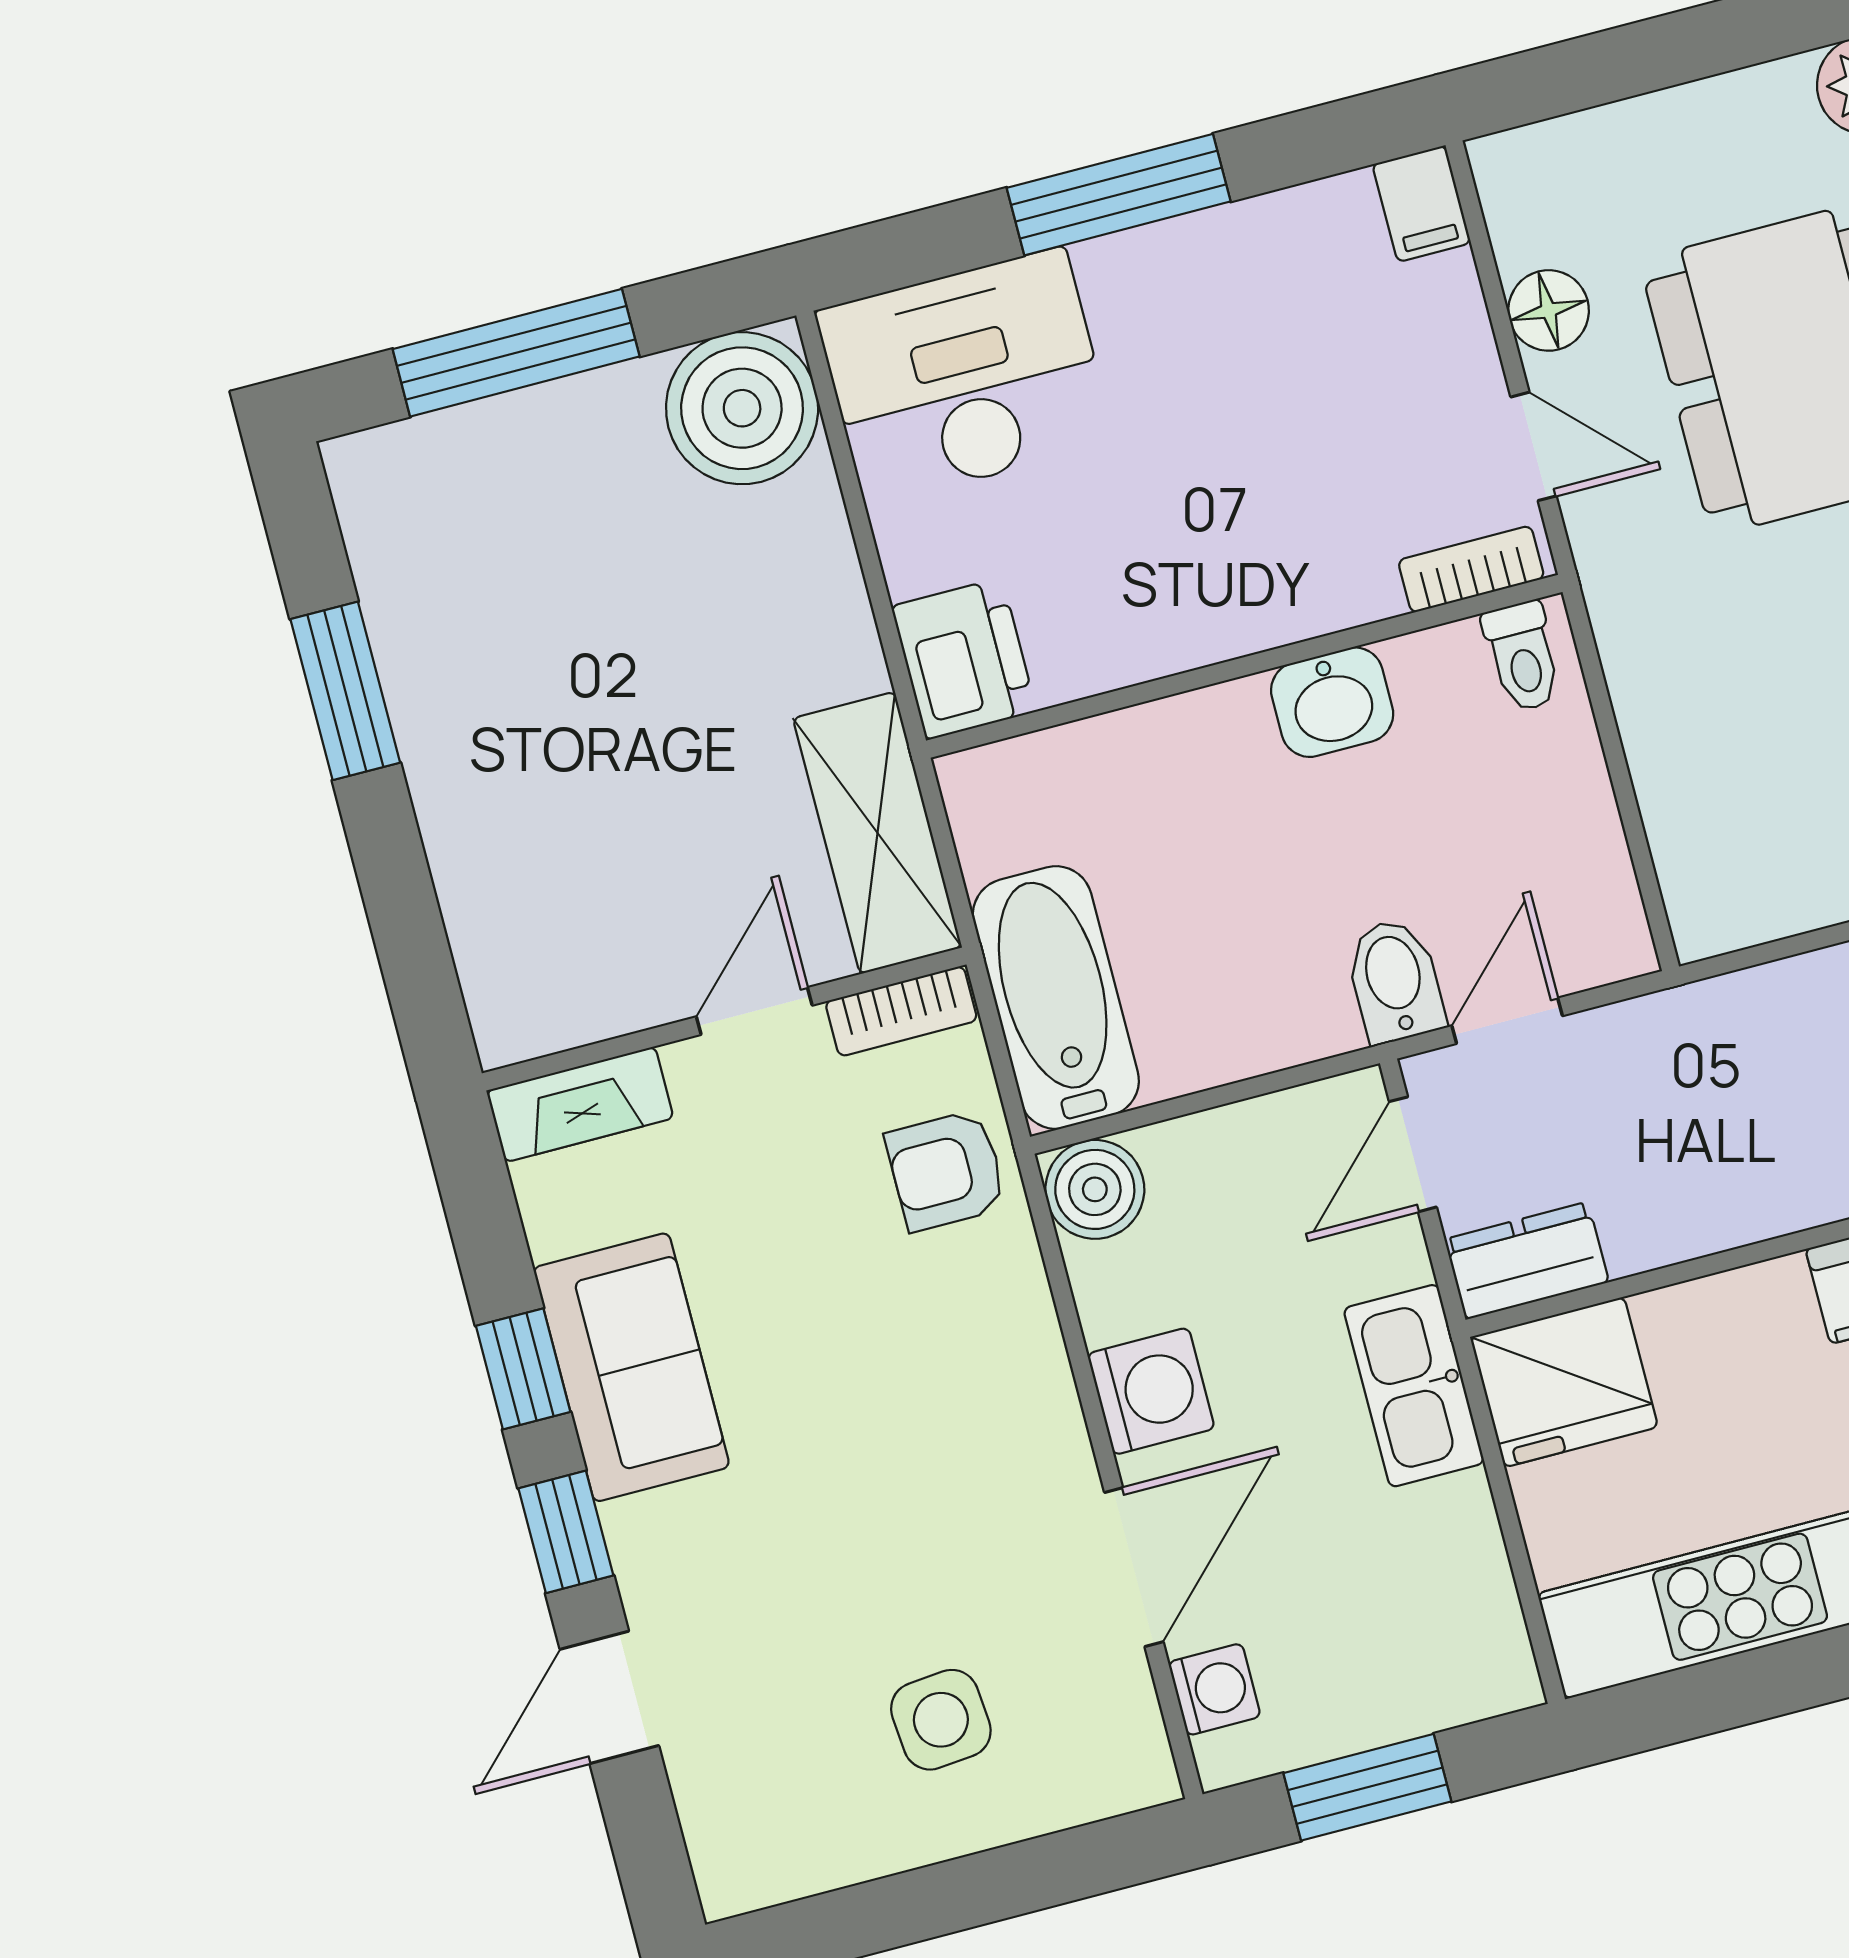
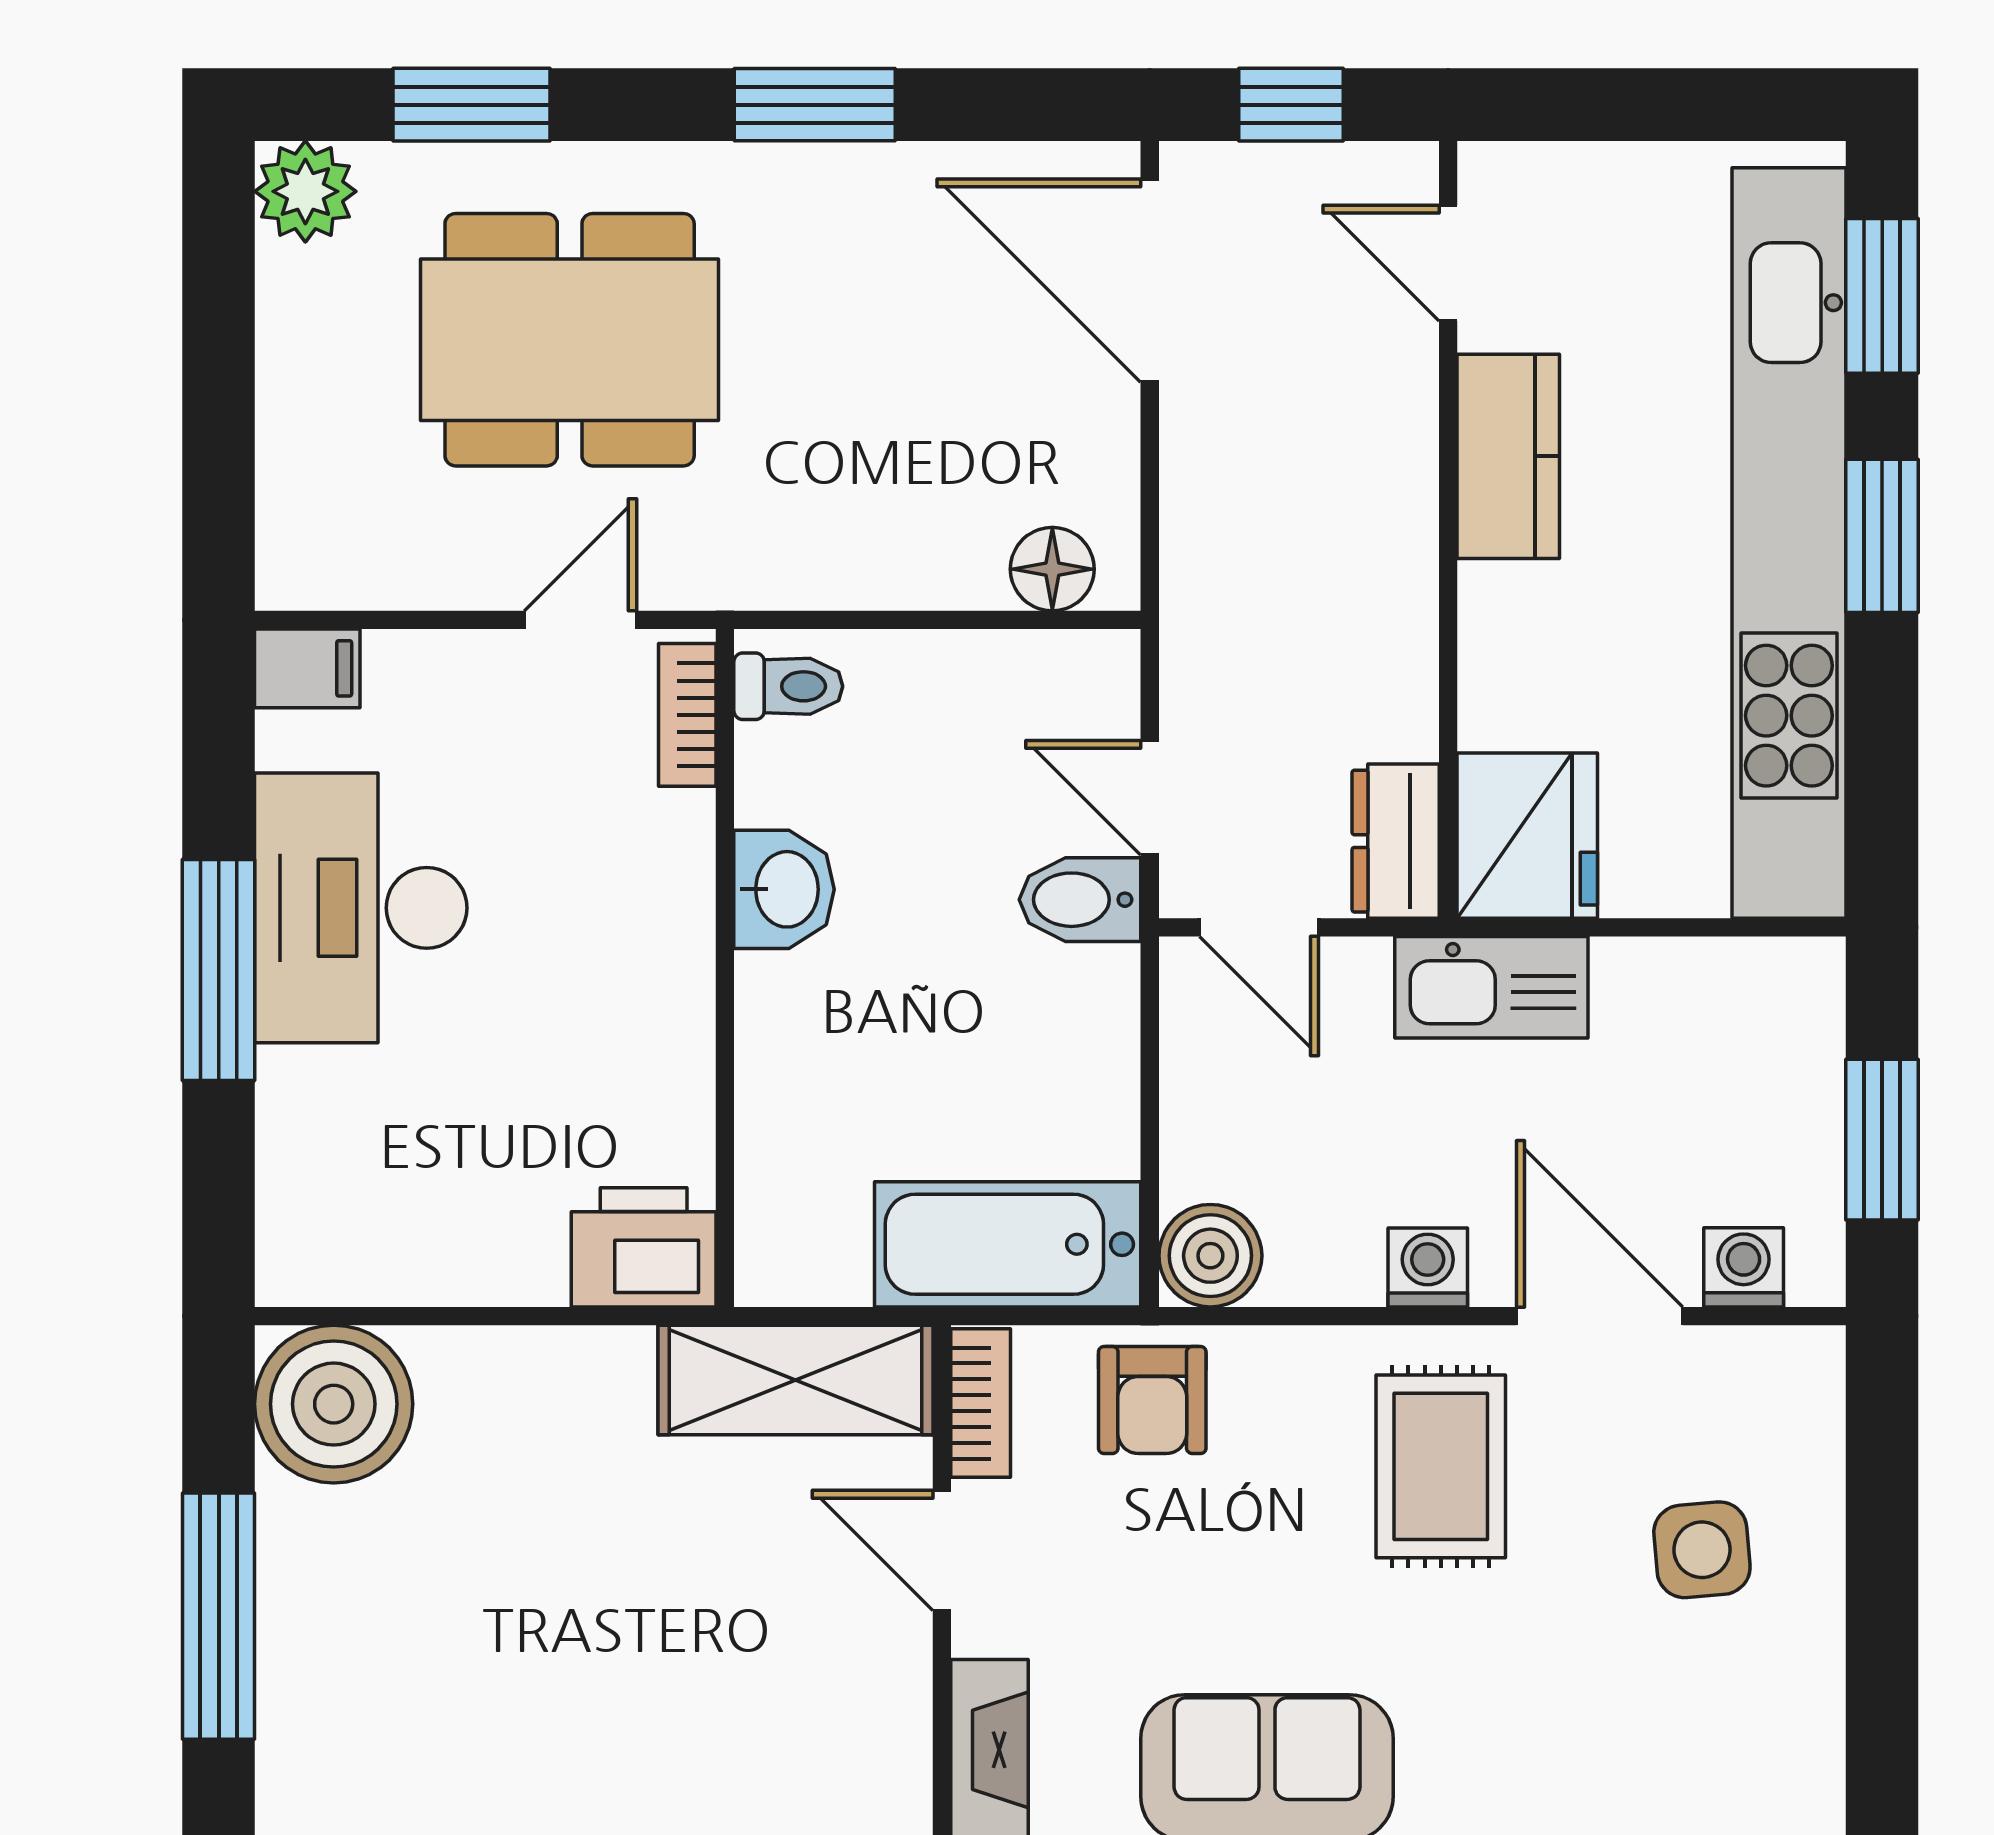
floor lamp: (1549, 310) -> (1052, 569), moved
desk: (965, 377) -> (361, 908), moved
washing machine: (1151, 1391) -> (1428, 1267), width x0.73, depth x0.73
rug: (955, 1456) -> (1441, 1466), added

